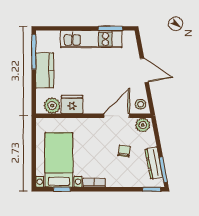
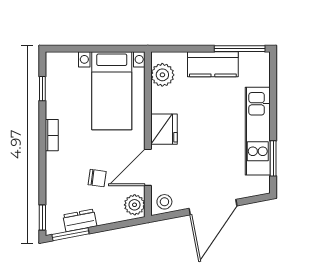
door: (144, 70) -> (213, 207), width x1.36
fridge: (72, 105) -> (164, 129), moved
door: (117, 116) -> (148, 167), swing flipped
bed with nightstands: (59, 160) -> (112, 91), moved, turned 90
dresser: (154, 163) -> (80, 220), width x0.70

